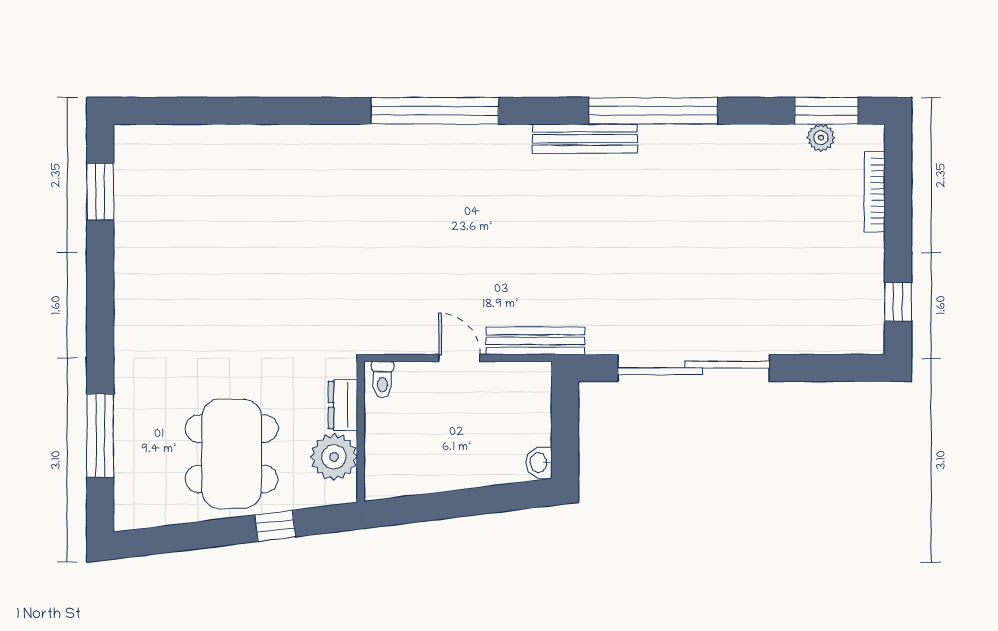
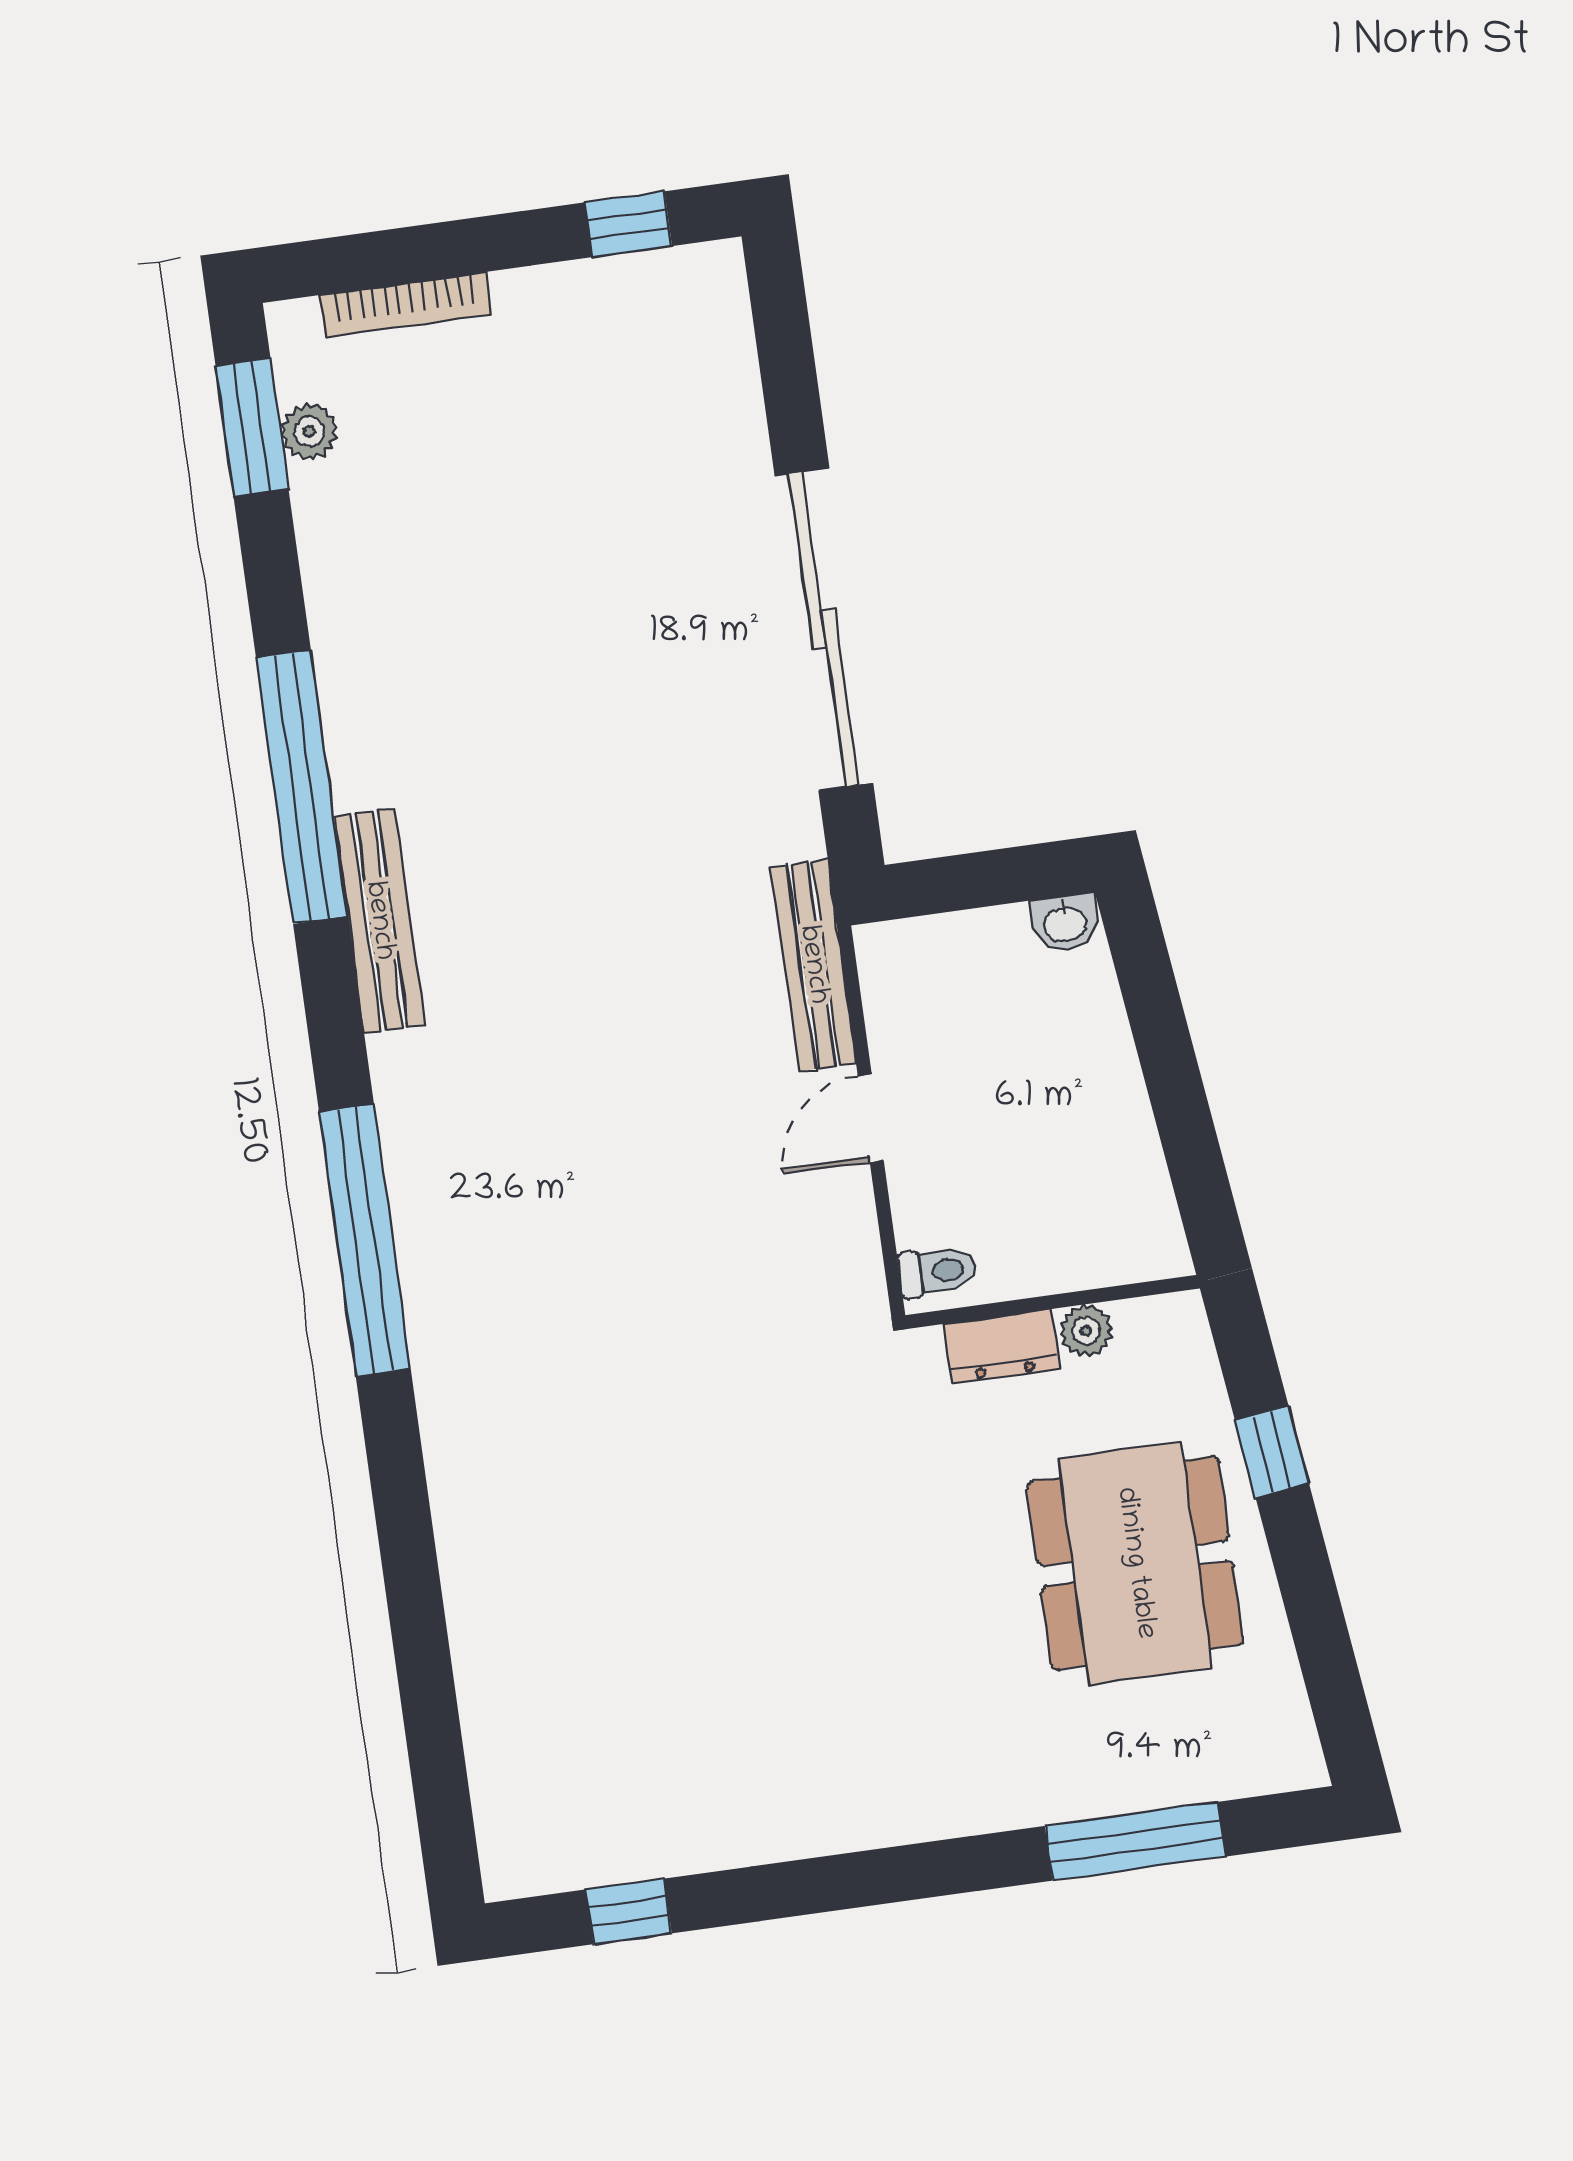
window: (100, 192) -> (629, 1911), width x0.67
dining table: (232, 454) -> (1135, 1563), turned 90
plant: (334, 457) -> (1086, 1331), width x0.53, depth x0.53

